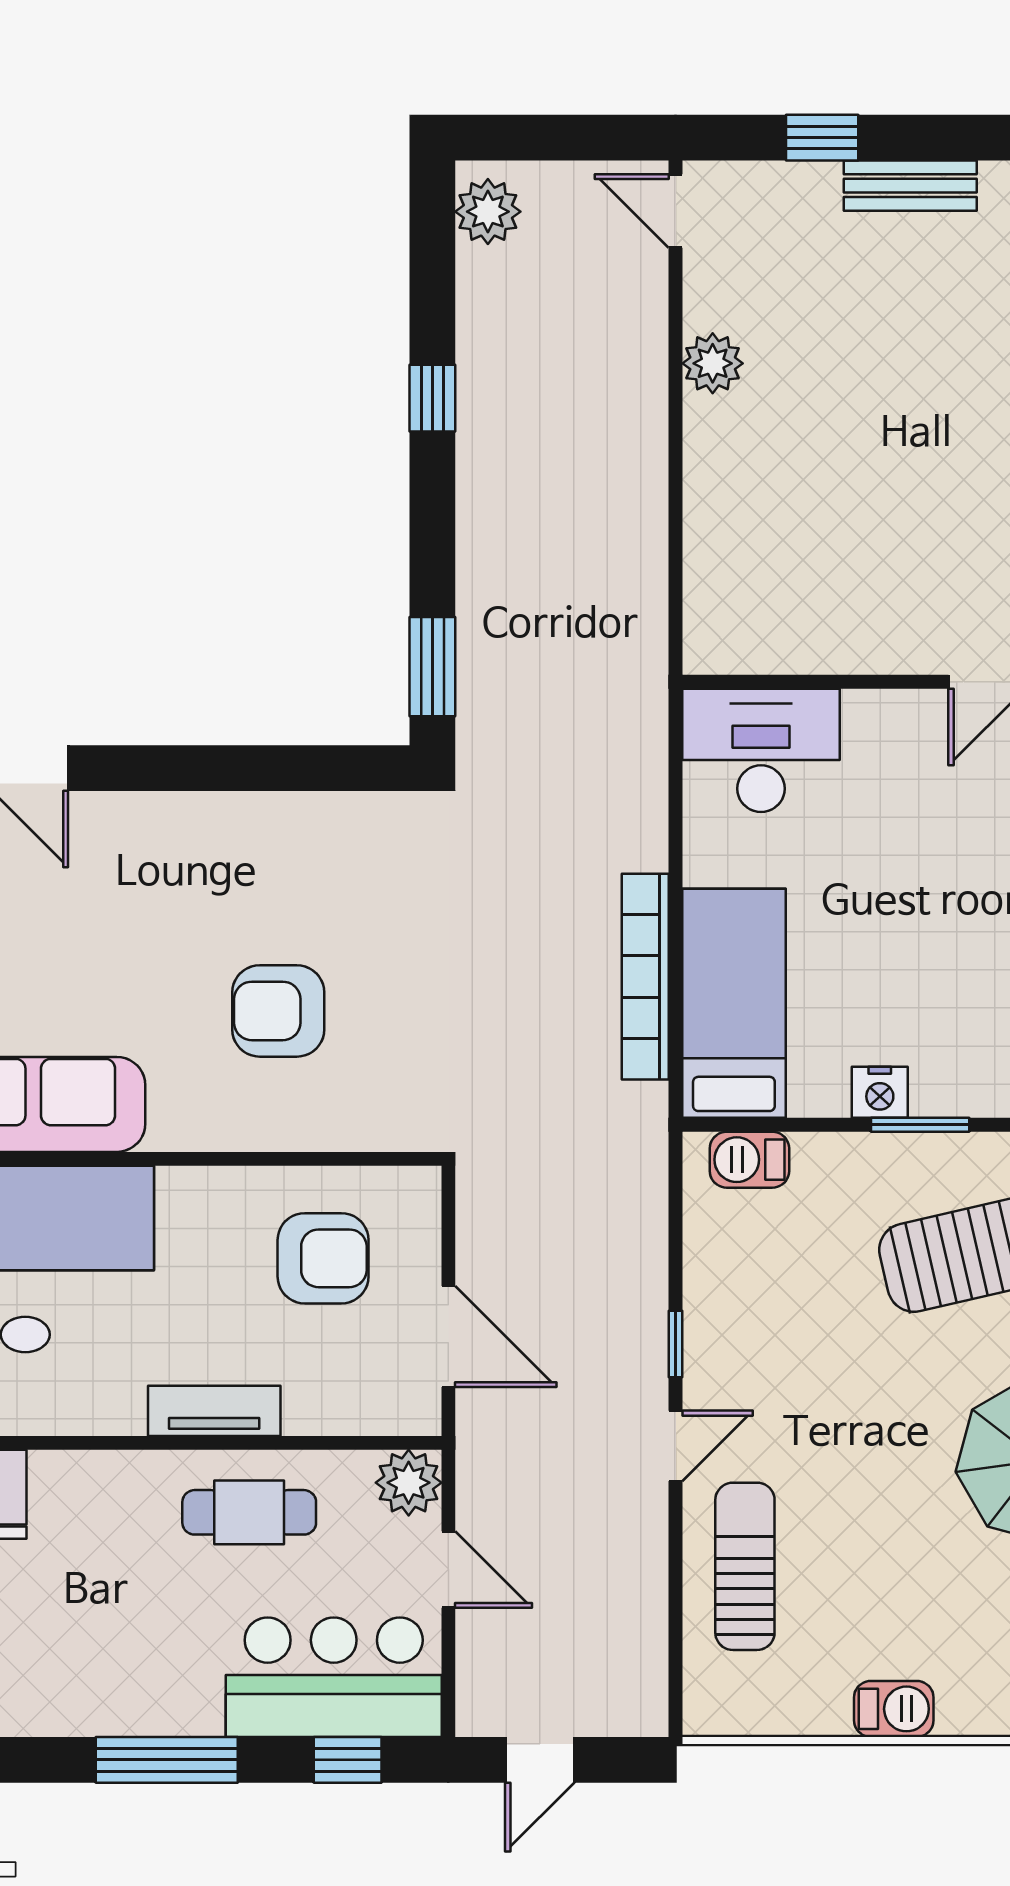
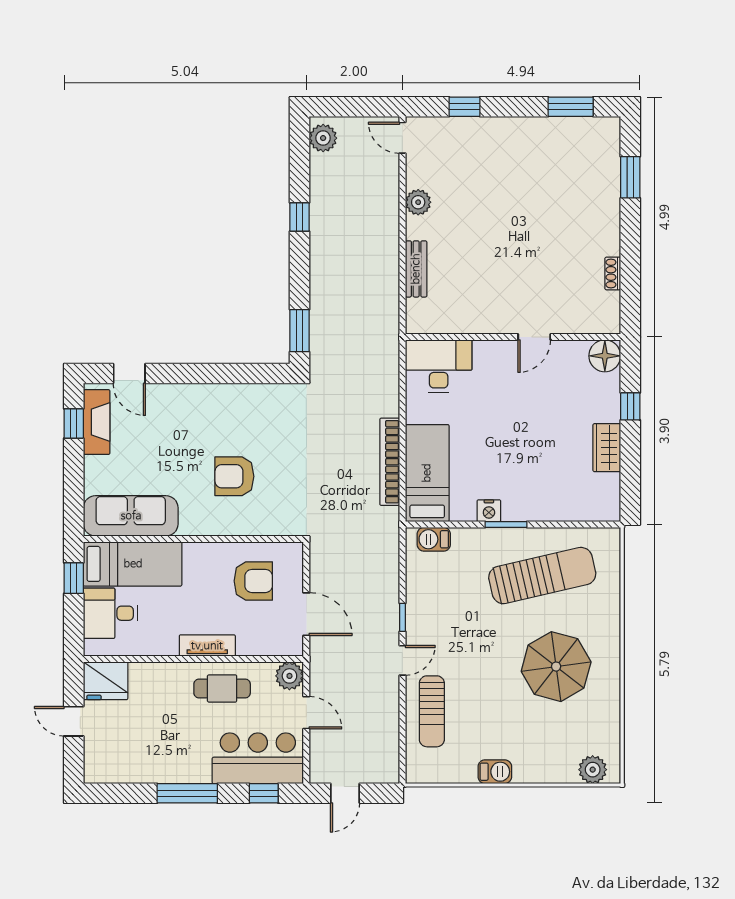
bench: (910, 186) -> (416, 269), moved, turned 90
sun lounger: (745, 1566) -> (432, 711), turned 180

